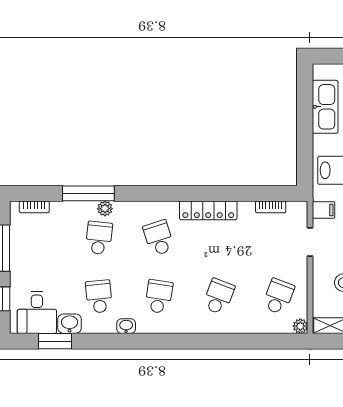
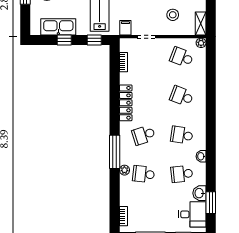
window: (305, 116) -> (64, 40), added
window: (305, 162) -> (94, 40), added
window: (88, 193) -> (115, 152), moved

